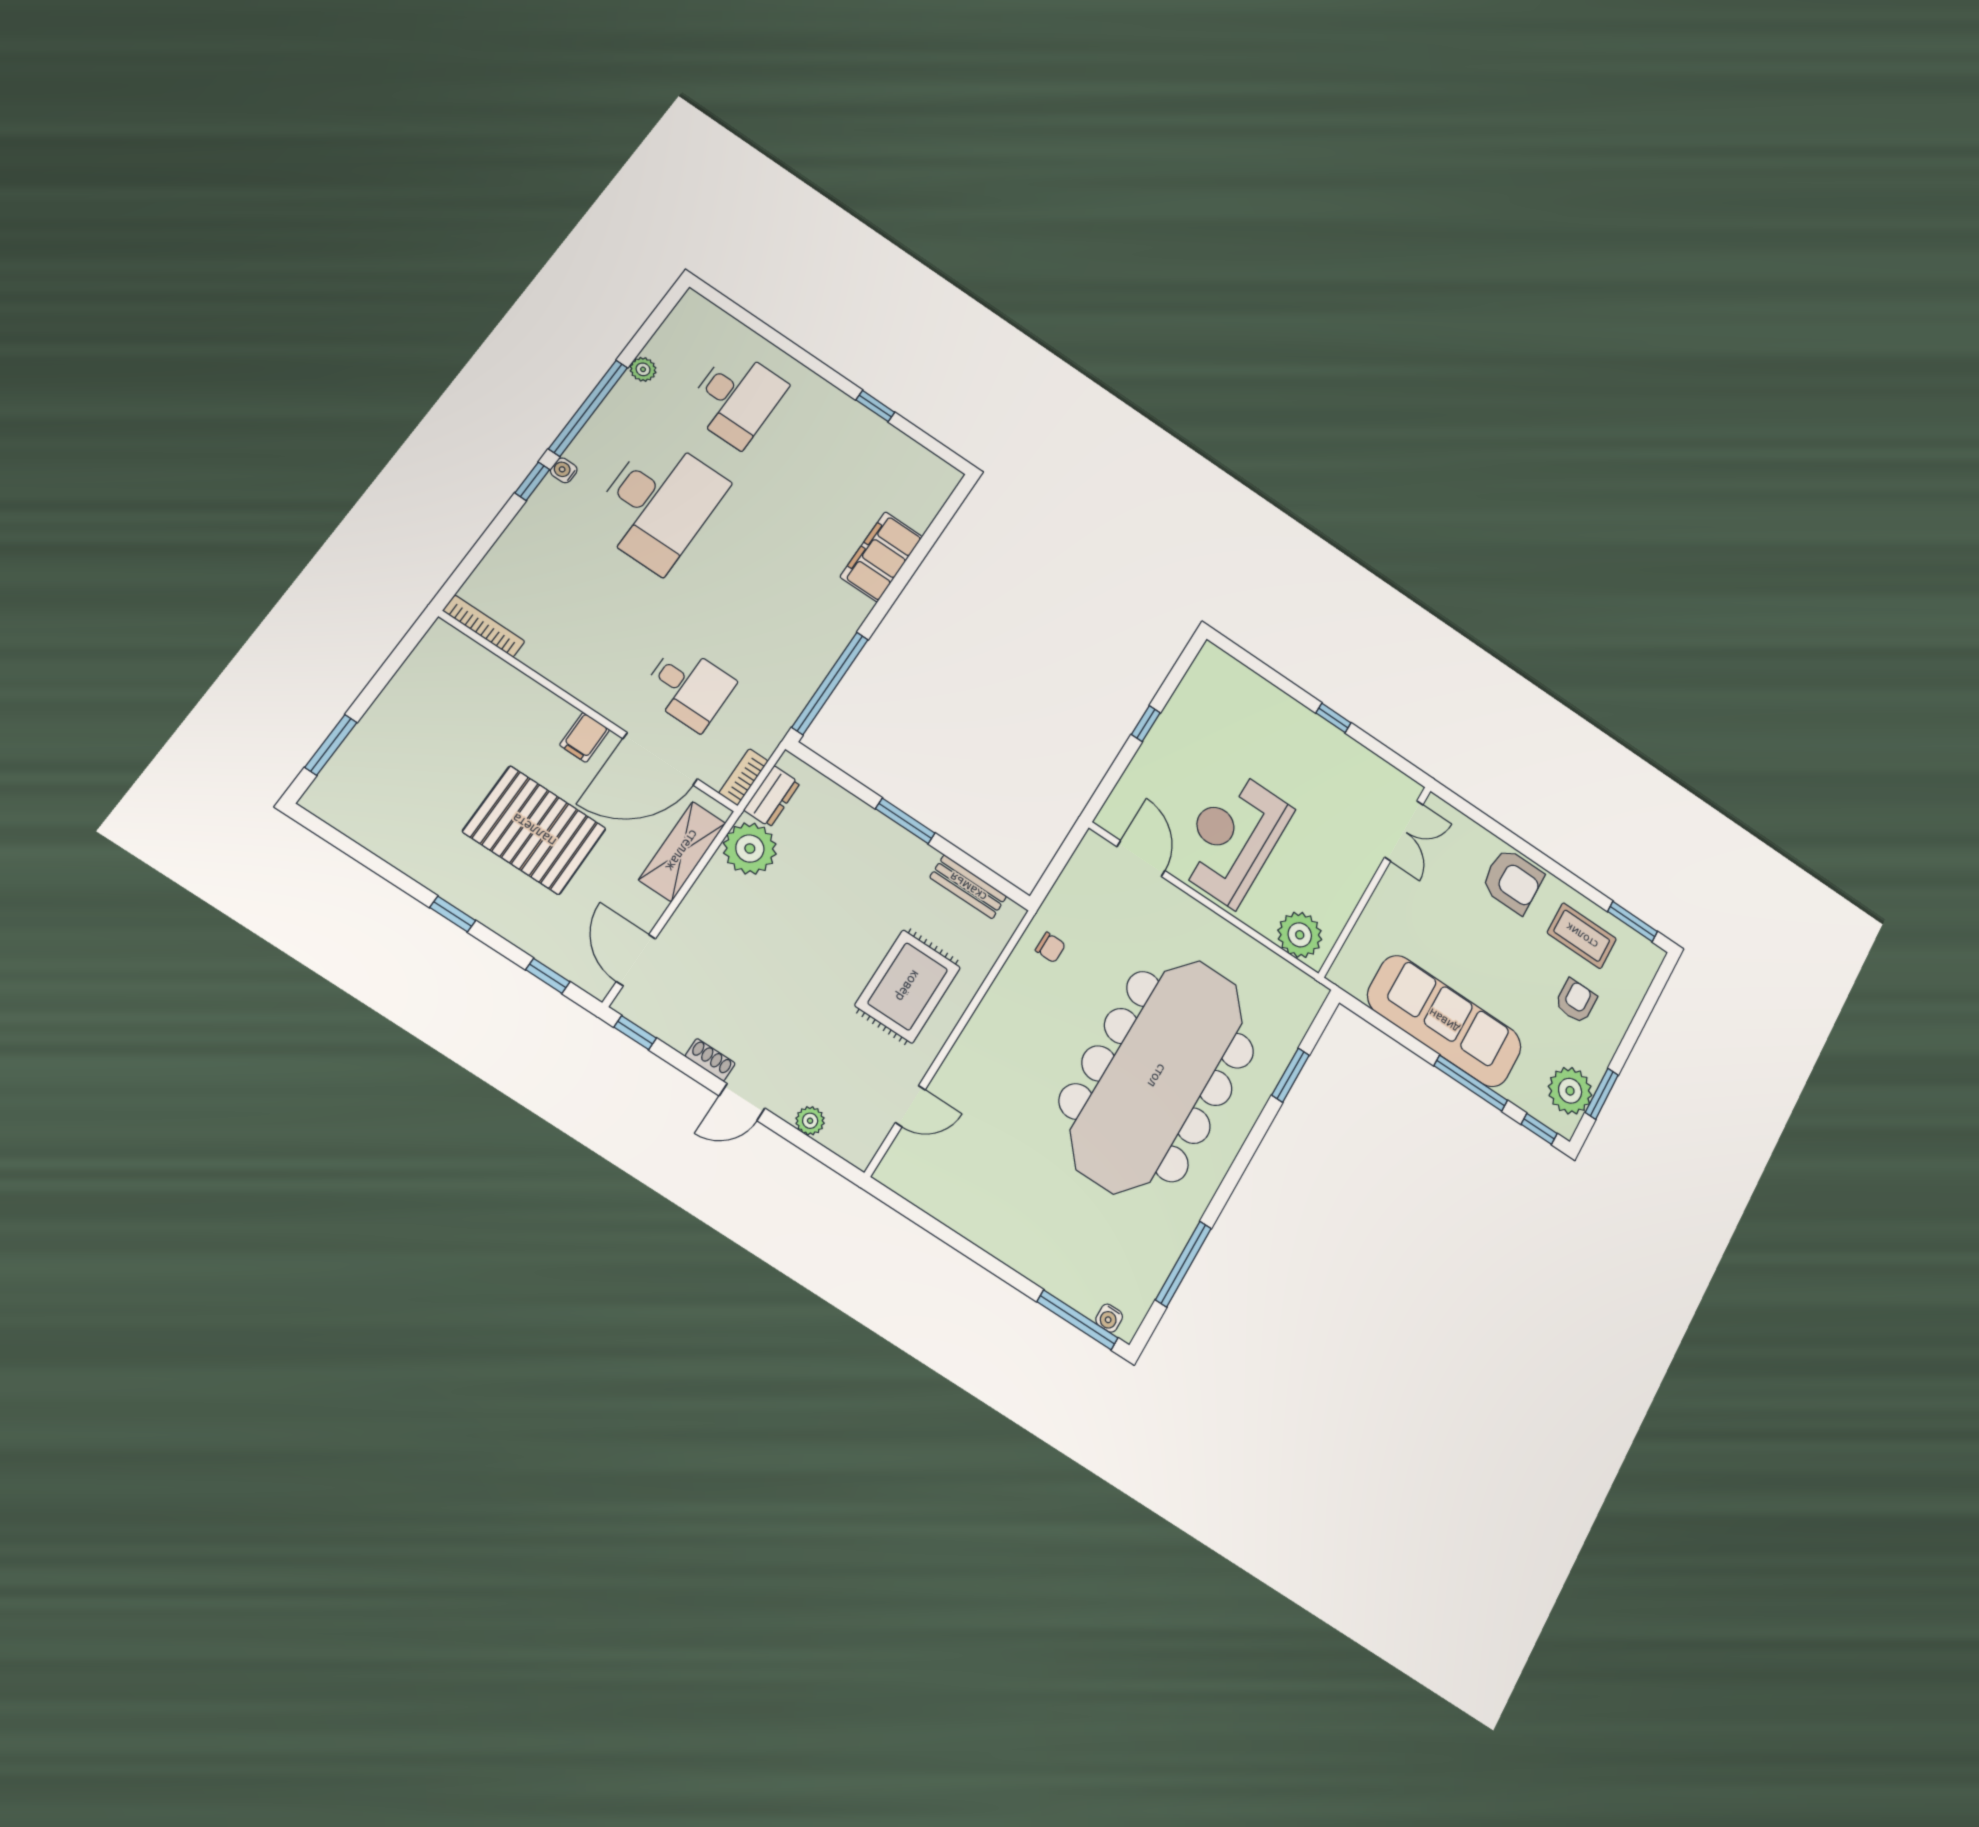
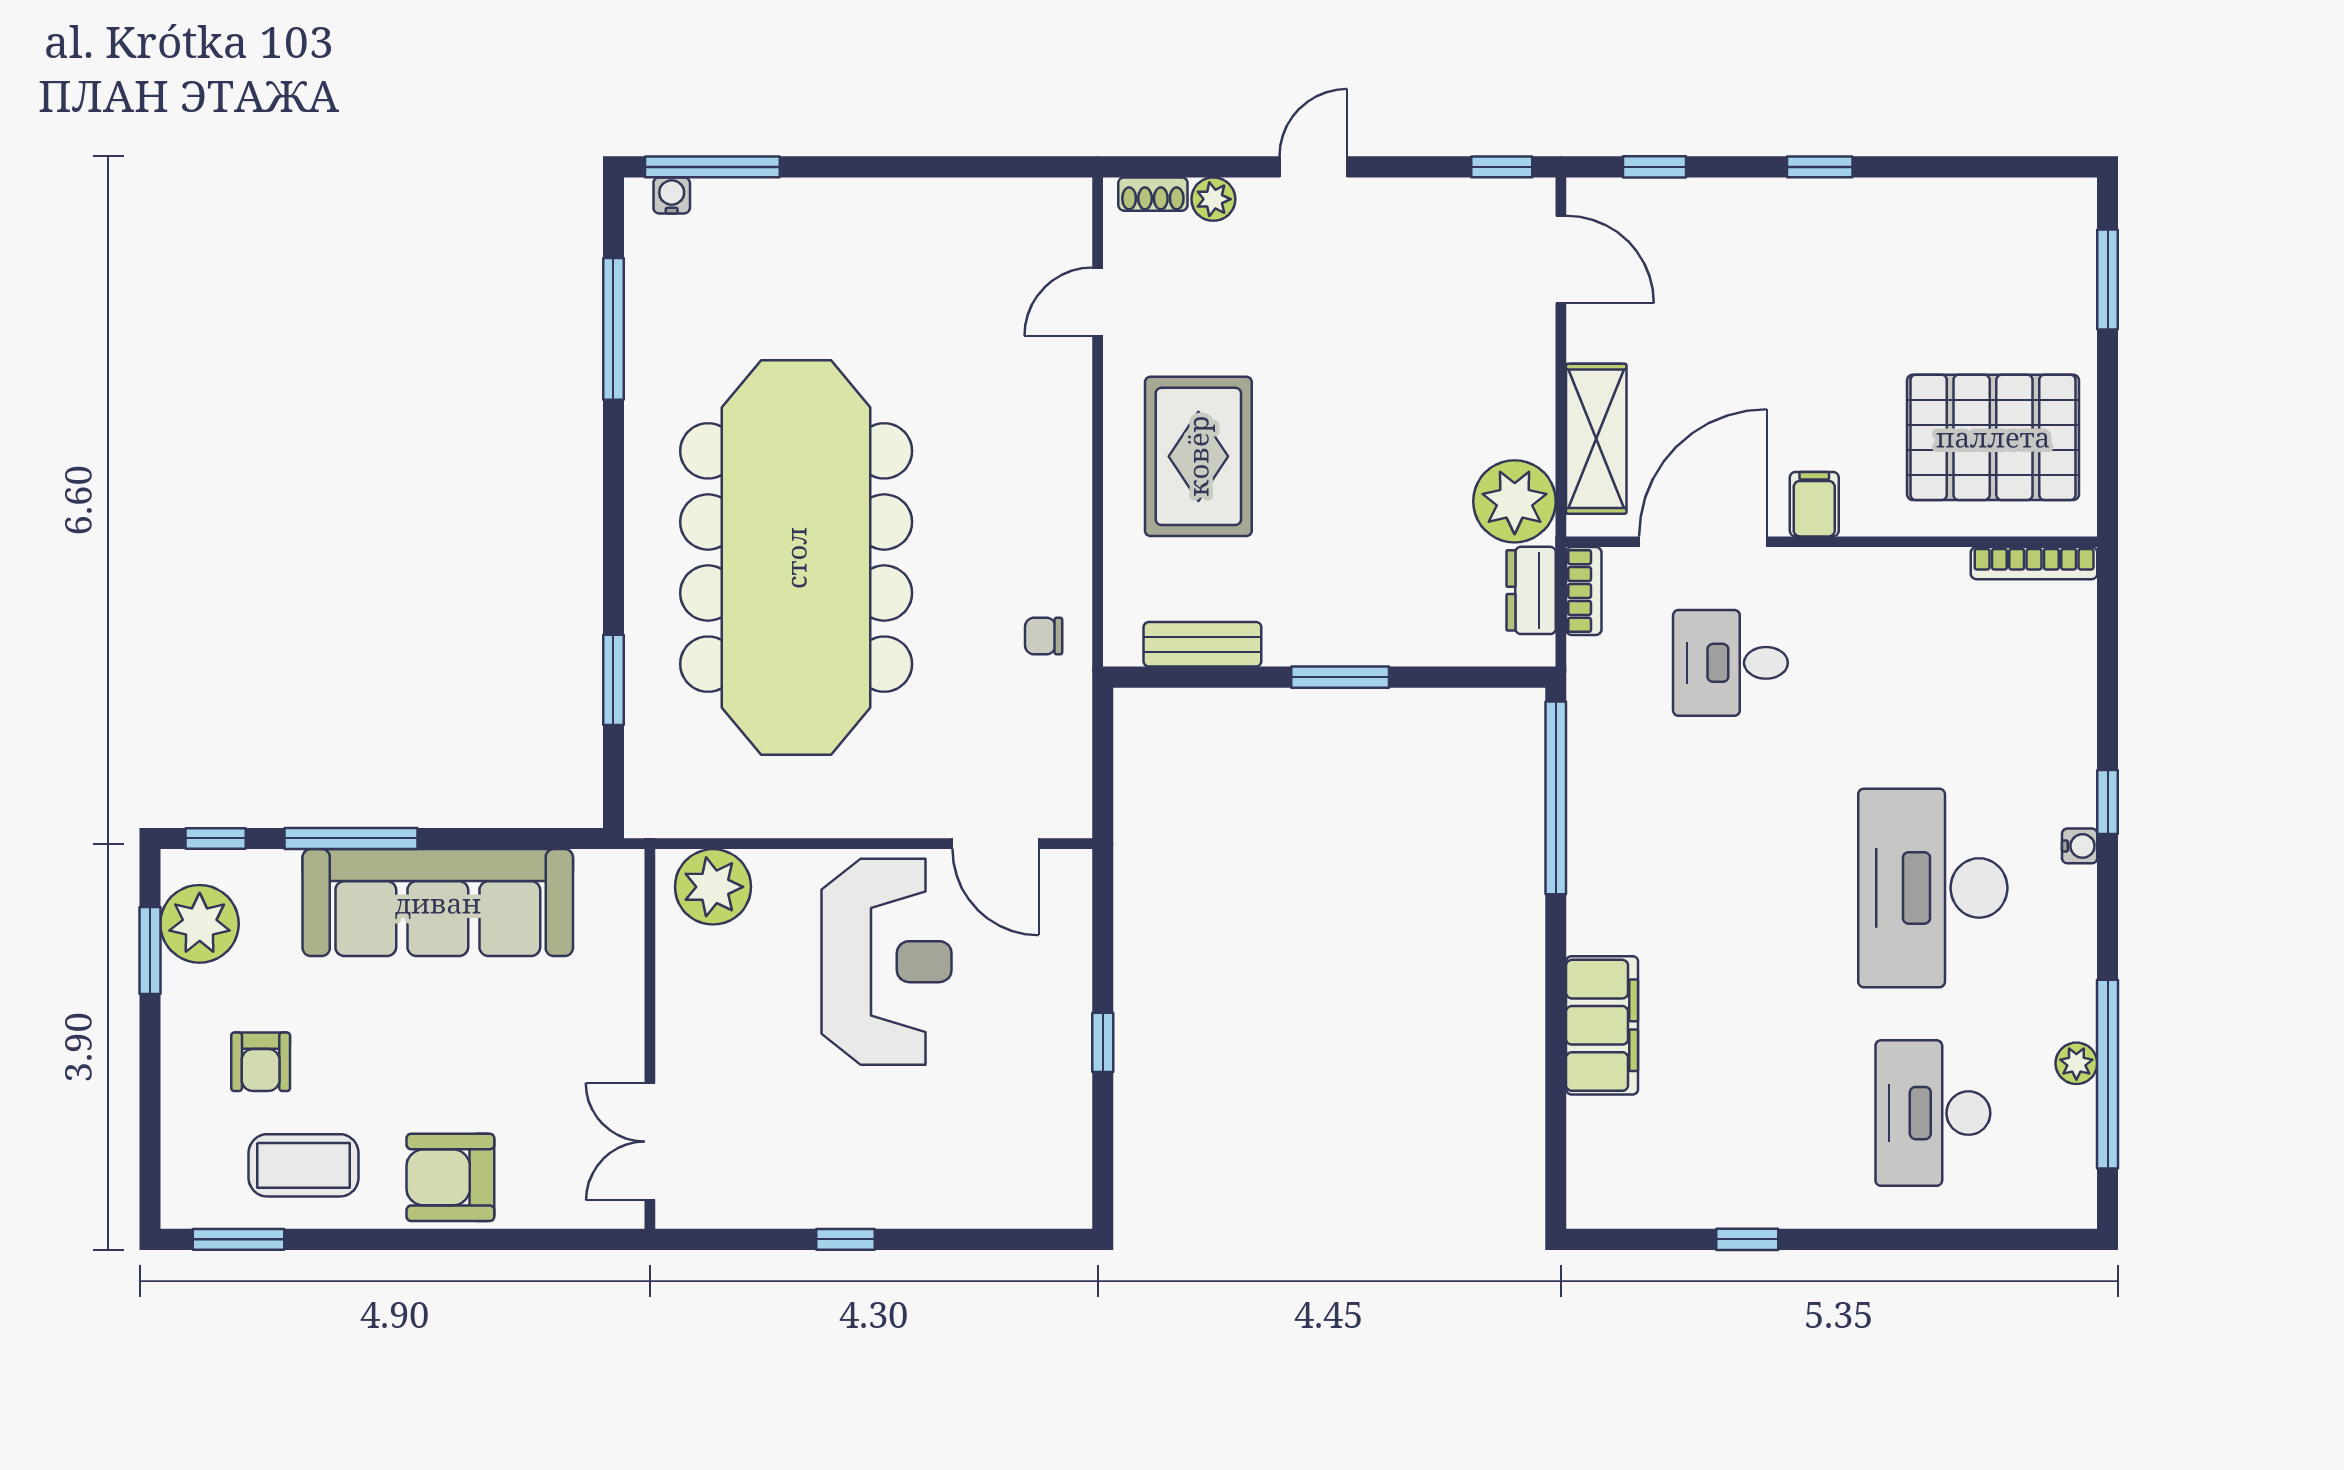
window: (588, 408) -> (2108, 1074), moved
pallet: (534, 830) -> (1993, 437), moved
shoe rack: (710, 1060) -> (1153, 194), moved

